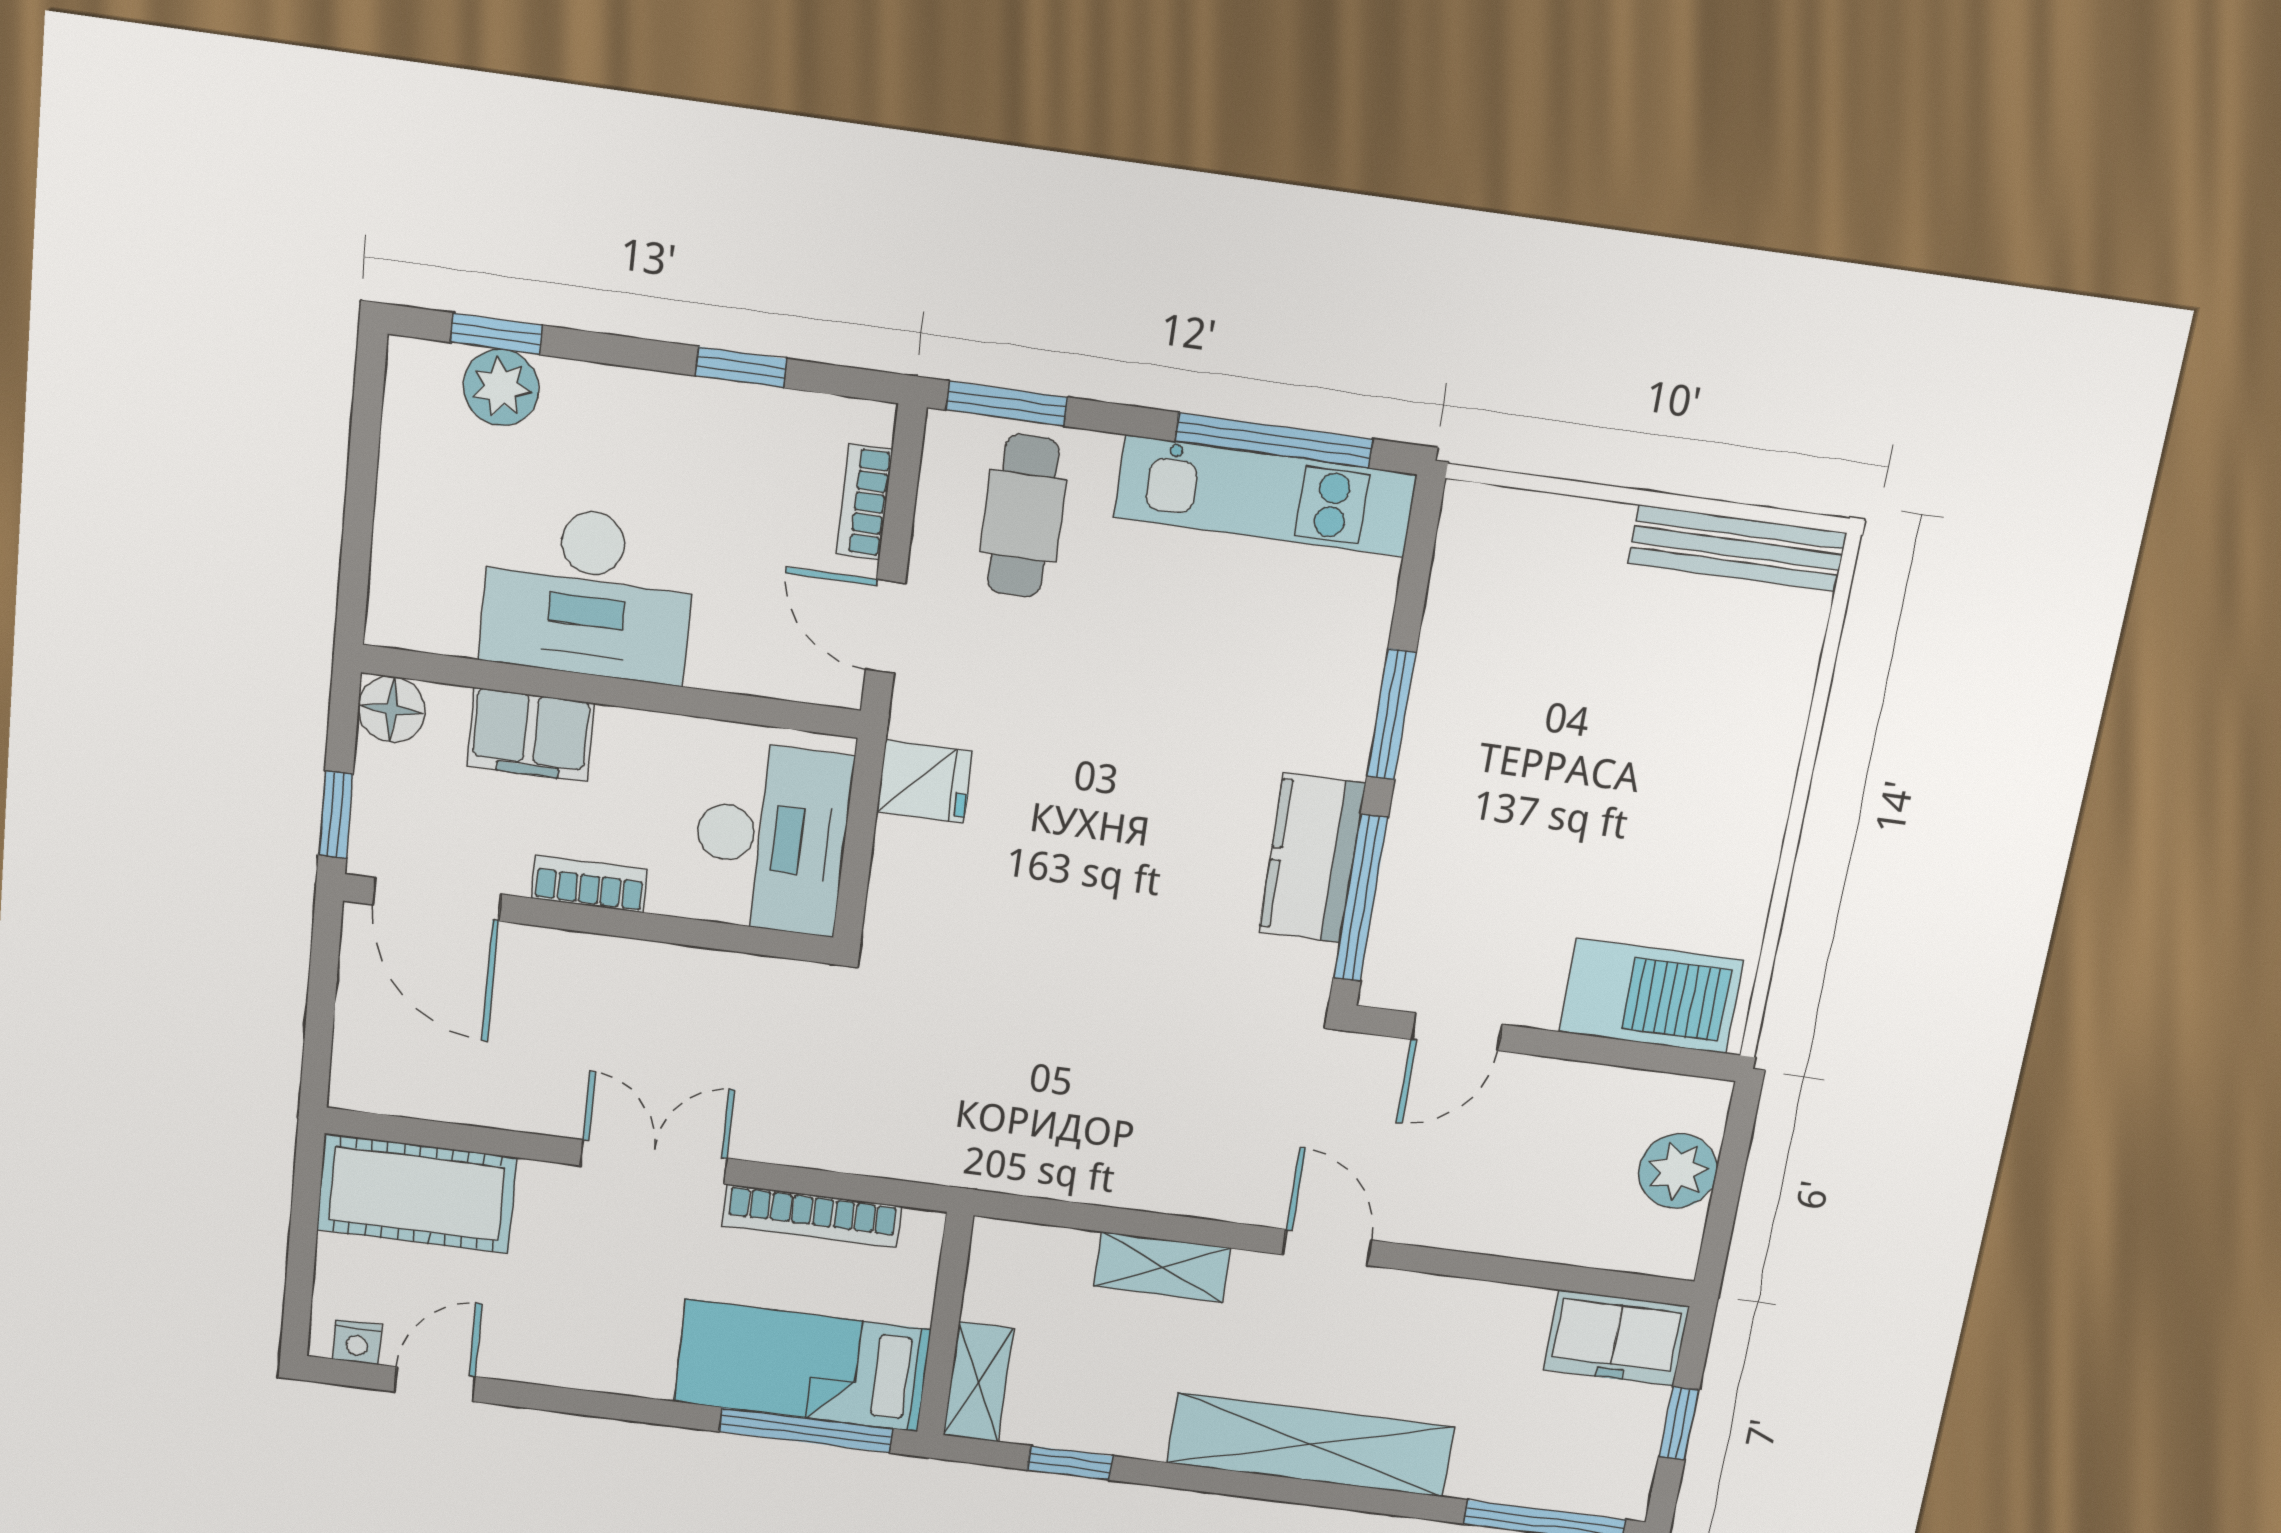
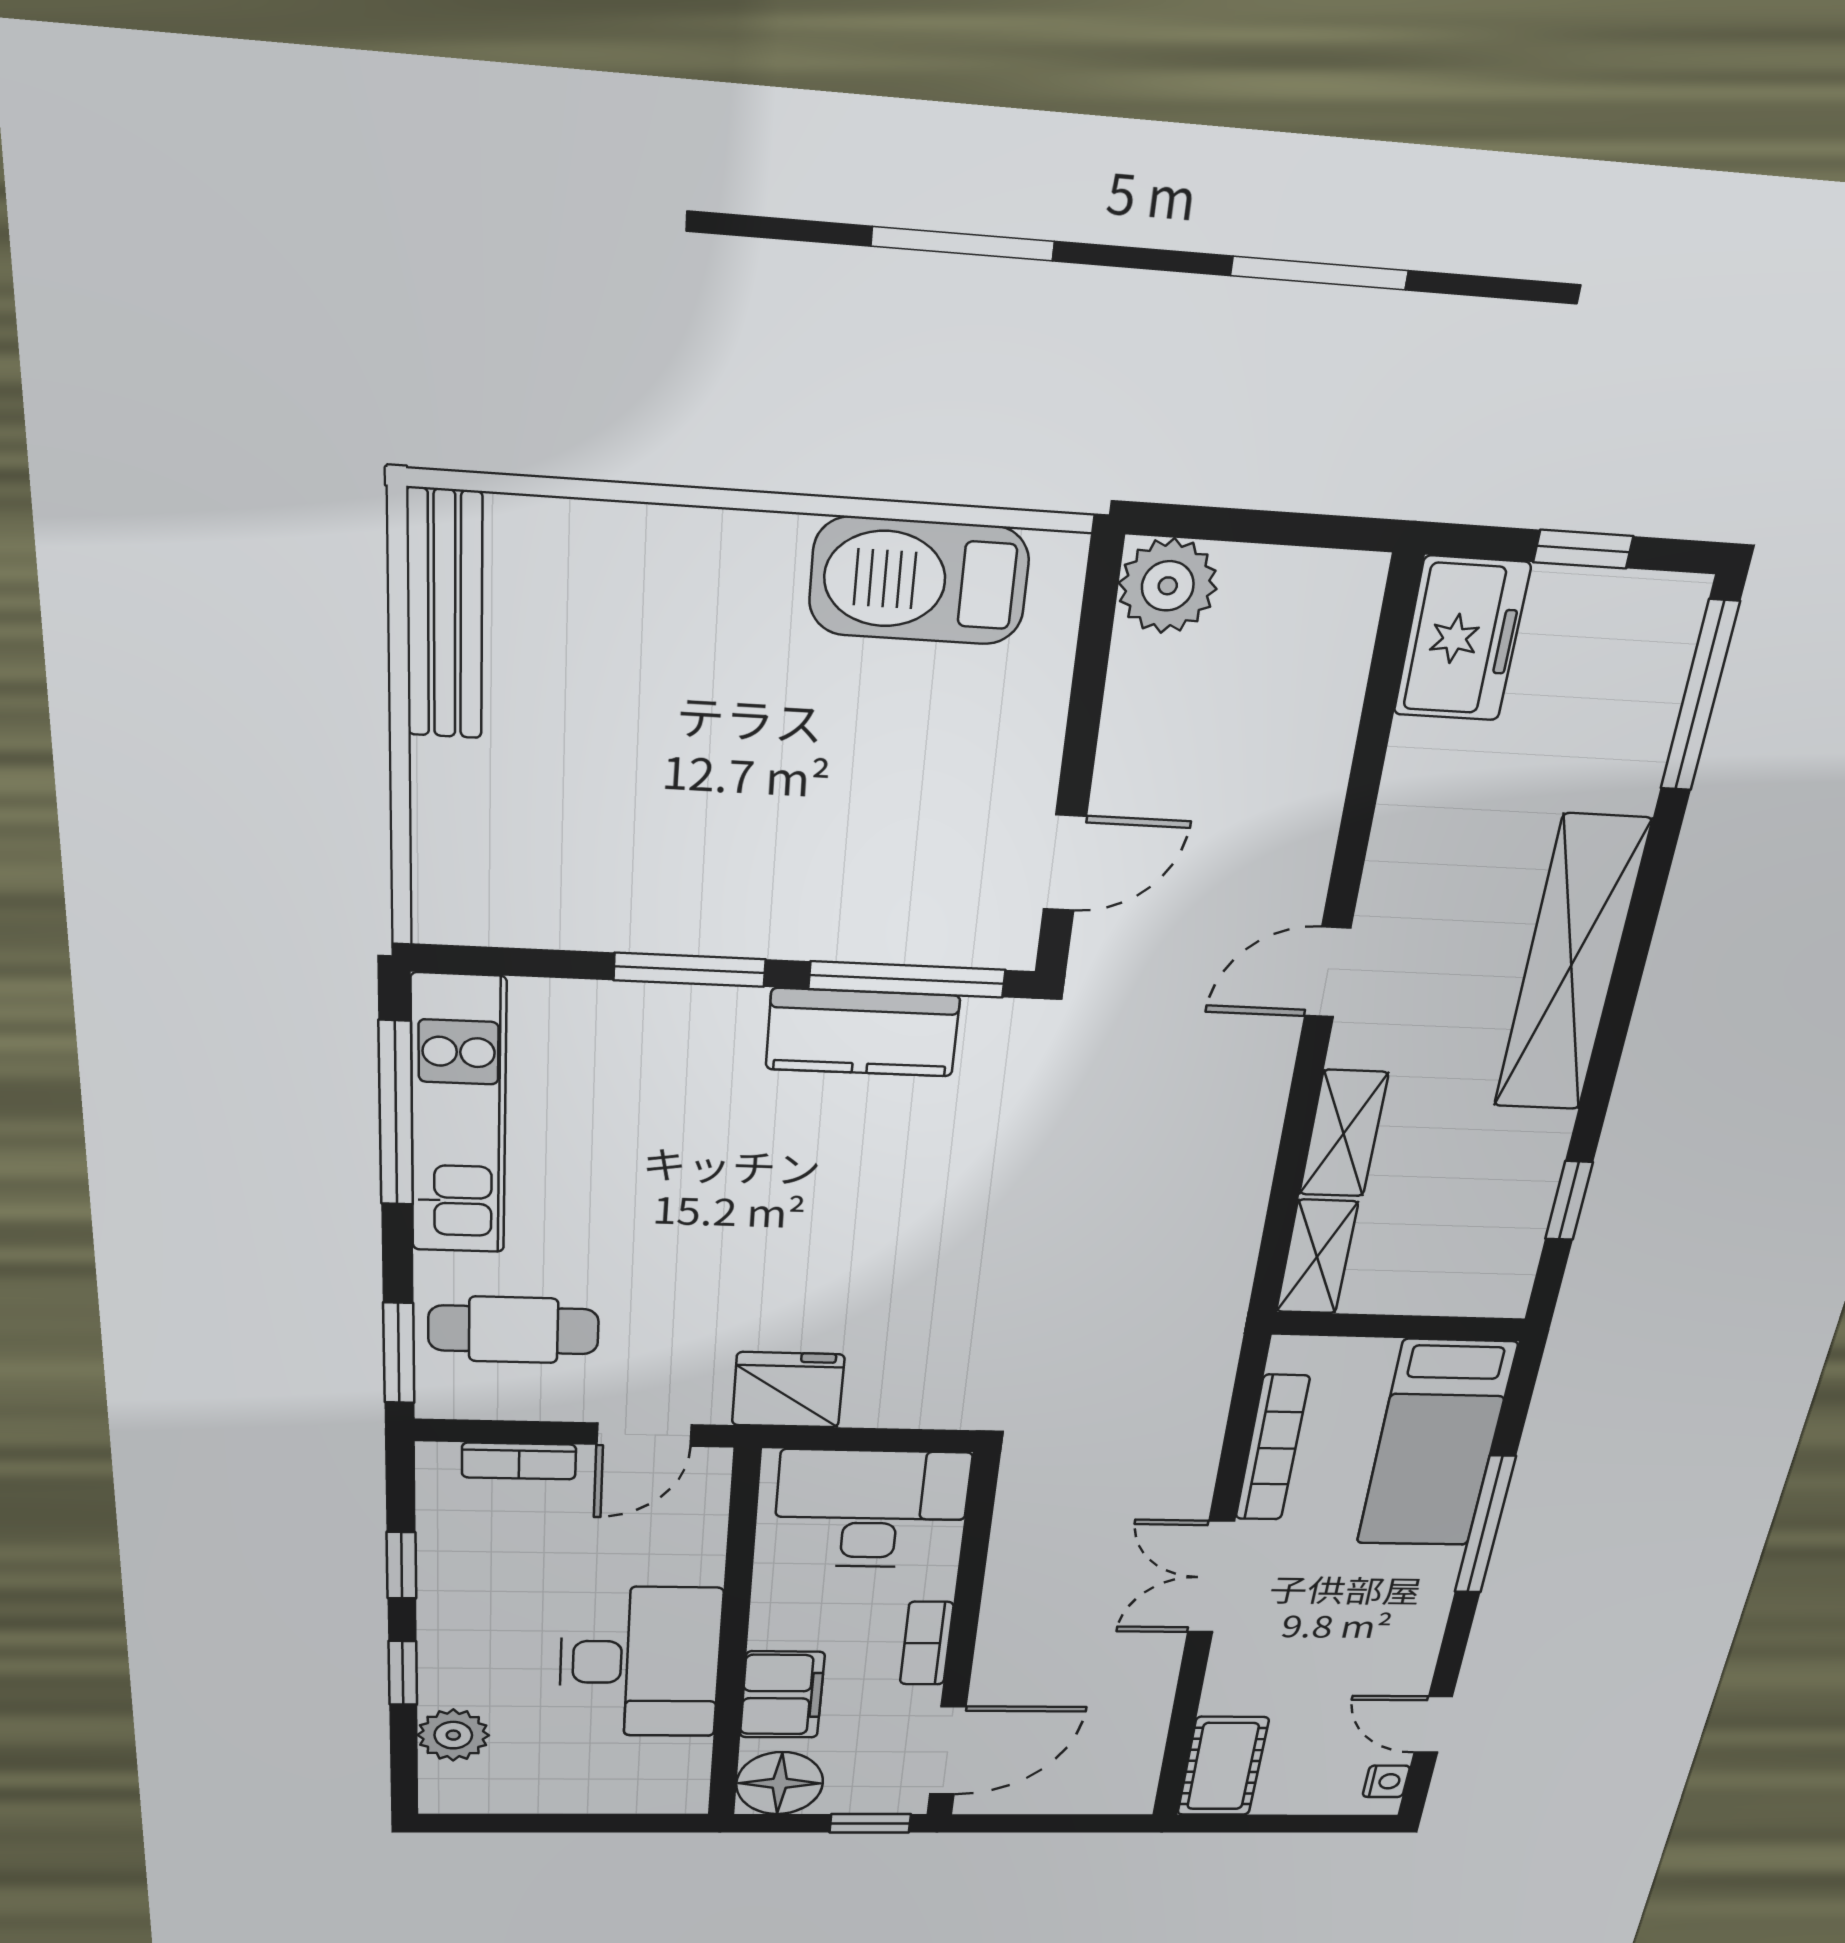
window: (496, 334) -> (403, 1673), moved
floor lamp: (392, 709) -> (780, 1783), width x1.38, depth x1.38
fridge: (925, 781) -> (788, 1390), width x1.38
barbecue: (1651, 996) -> (919, 581), moved, turned -90
door: (1457, 1032) -> (1065, 863), hinge flipped
plant: (1678, 1171) -> (1168, 586), moved
cot: (417, 1194) -> (1223, 1766), width x0.73, depth x0.75
shelving: (978, 1382) -> (1317, 1257), moved, turned 90
window: (806, 1430) -> (1485, 1525), moved

